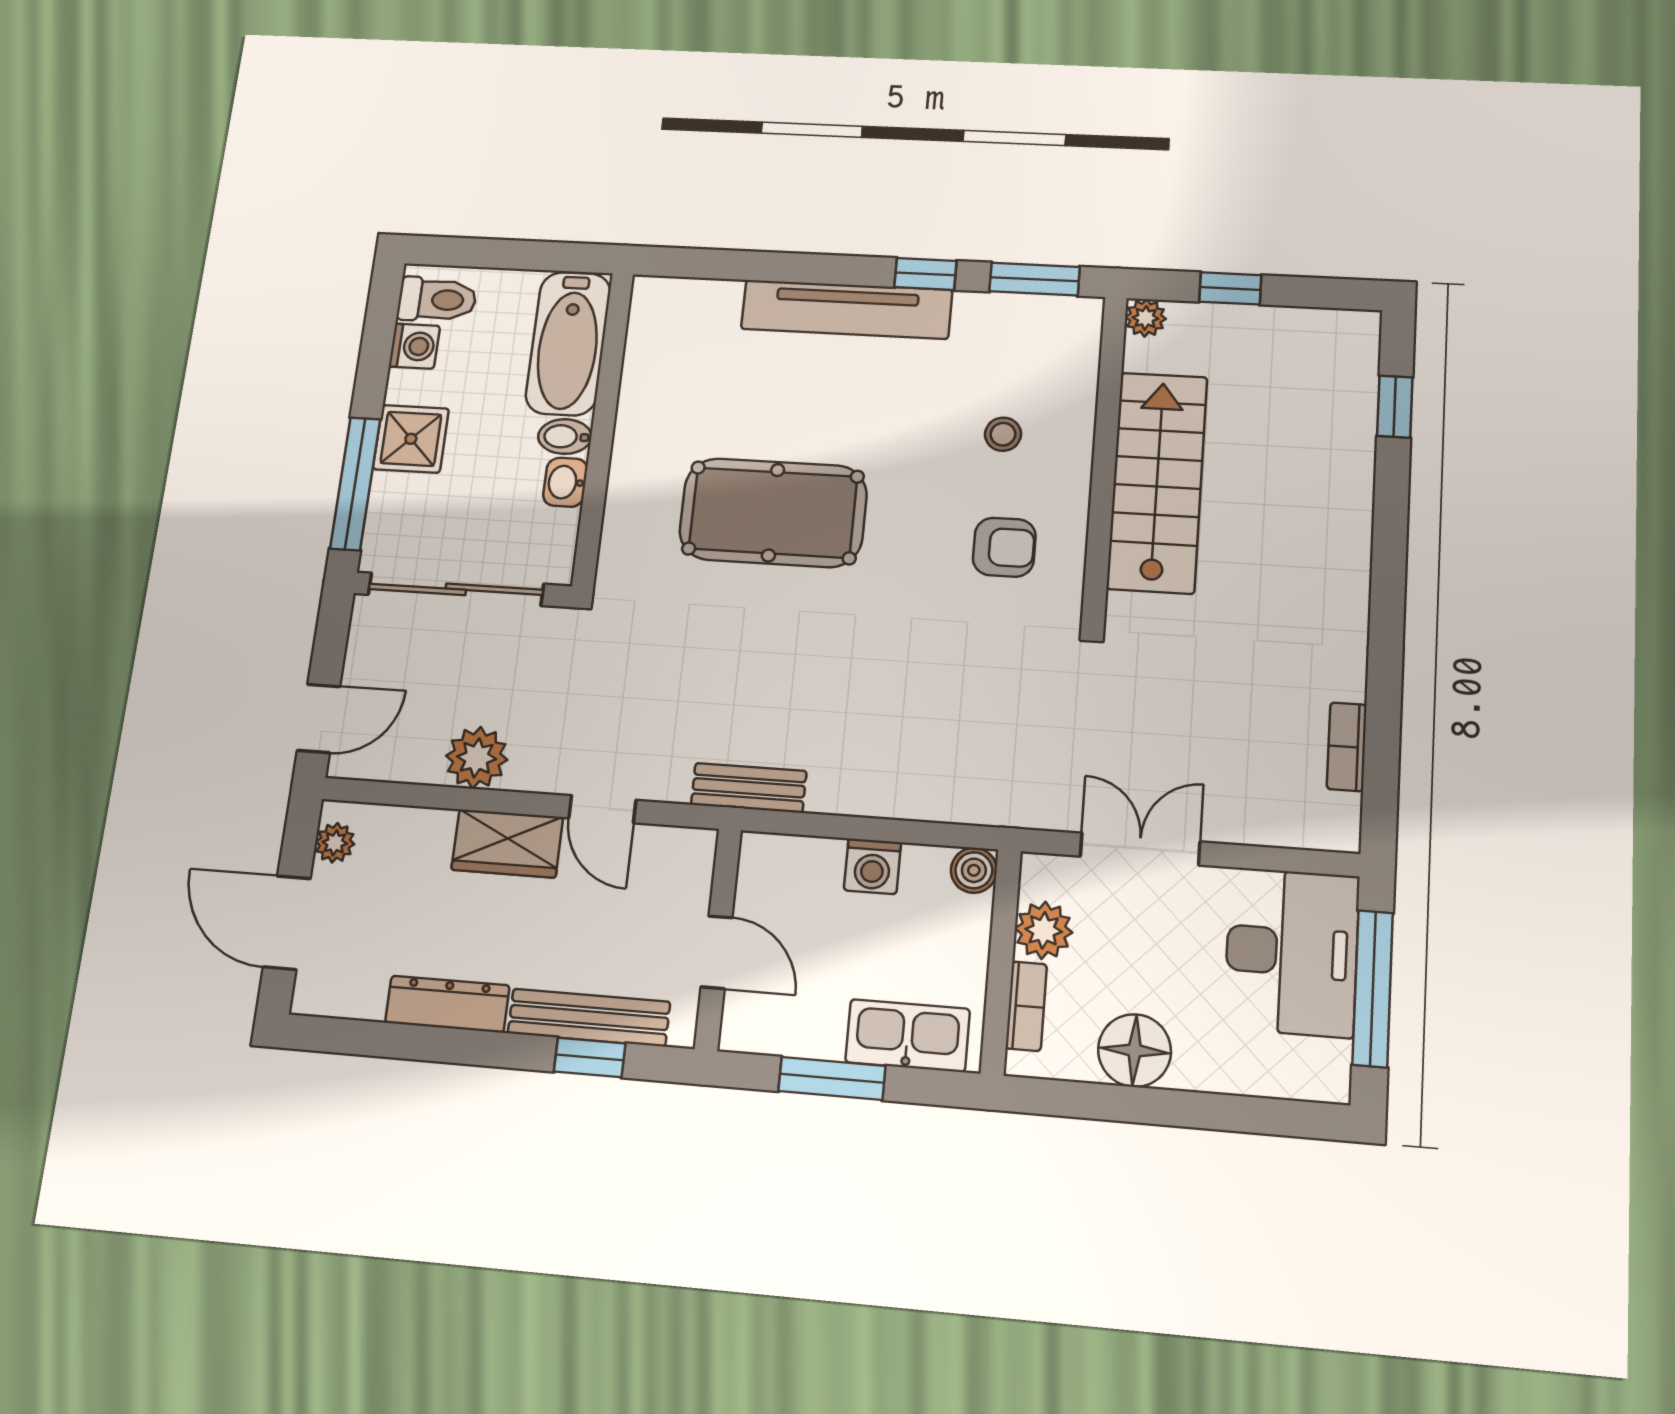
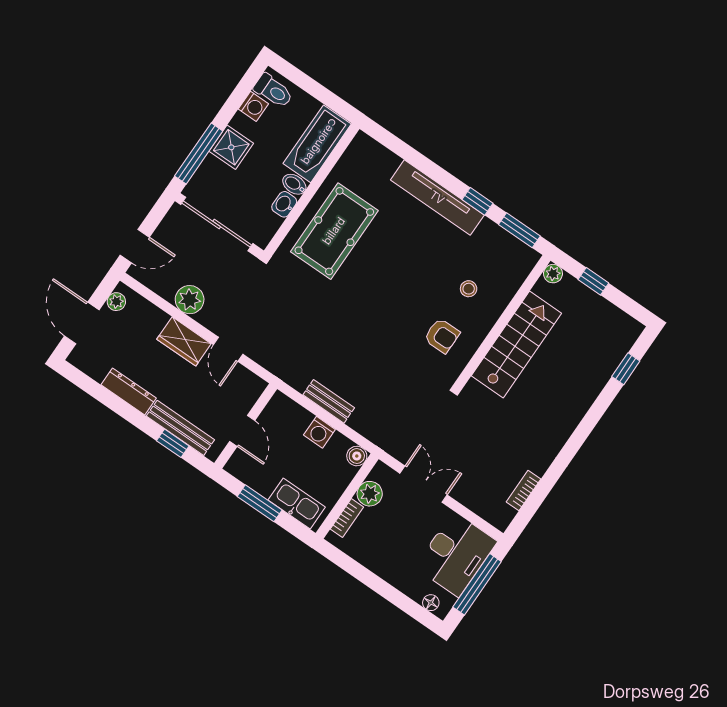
pool table: (773, 513) -> (334, 231), moved, turned 90
bench: (749, 788) -> (329, 401), moved
floor lamp: (1135, 1050) -> (431, 603), moved, width x0.53, depth x0.53

